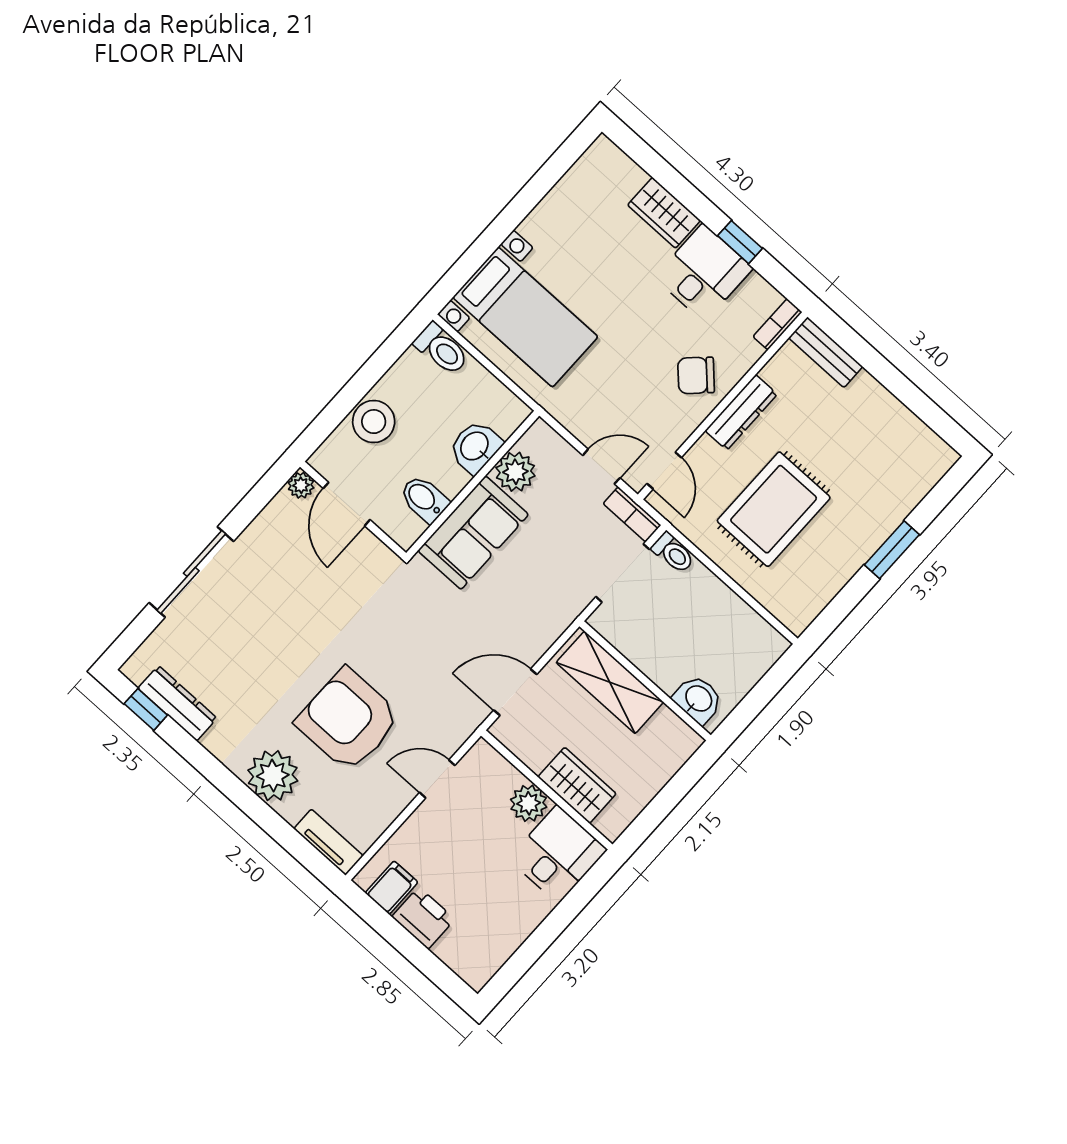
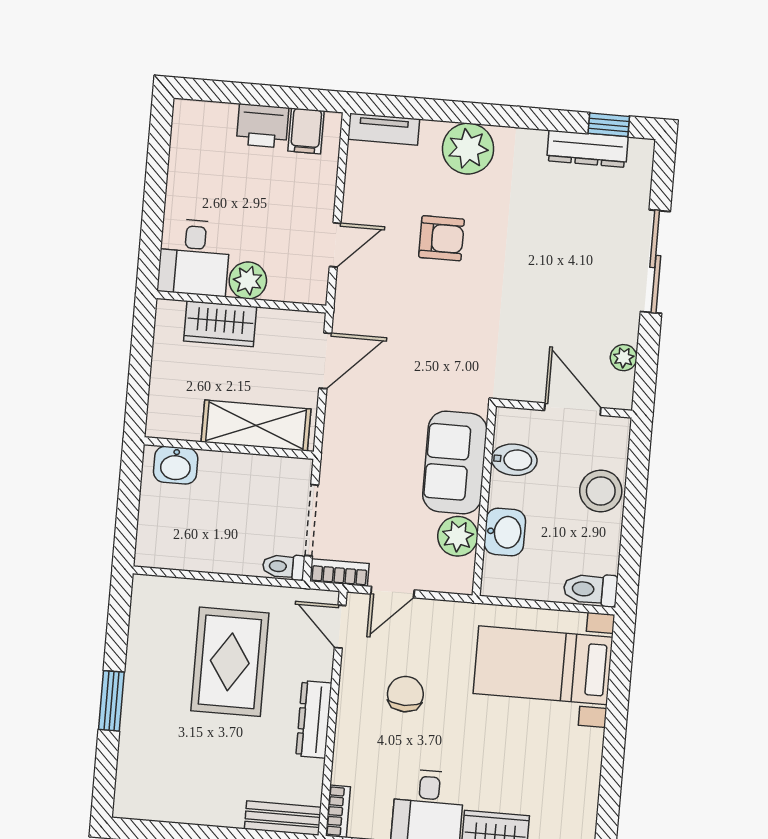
chair: (696, 375) -> (405, 694), moved, turned -46
plant: (301, 485) -> (624, 358), moved
armchair: (348, 720) -> (442, 238), width x0.53, depth x0.53

